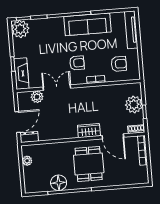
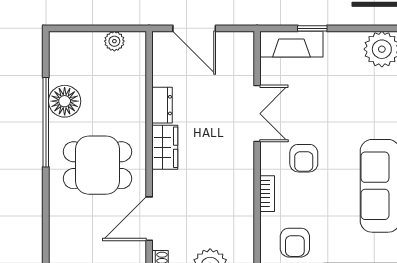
plant: (37, 97) -> (242, 72), removed
wardrobe: (89, 131) -> (165, 147), moved
dresser: (29, 137) -> (162, 105), moved

